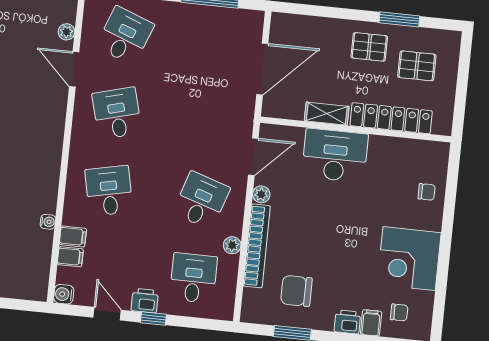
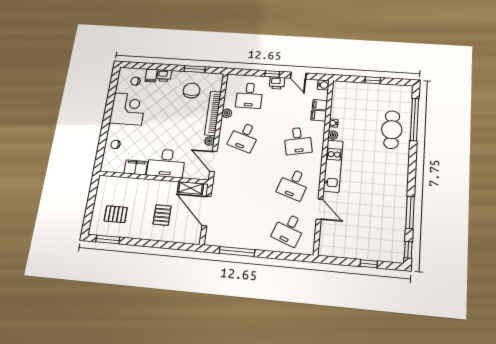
window: (399, 19) -> (108, 240), moved
plant: (66, 32) -> (333, 135), moved
pallet: (369, 47) -> (162, 215), moved, turned 90
door: (262, 69) -> (206, 211), hinge flipped
desk: (117, 113) -> (293, 184), turned 33
shelving: (327, 114) -> (190, 188), moved
locker: (391, 118) -> (133, 184), removed
kitchen unit: (50, 144) -> (333, 166), added
filing cabinet: (388, 149) -> (136, 167), added
door: (253, 157) -> (213, 161), hinge flipped
chair: (296, 291) -> (192, 91), turned -90

